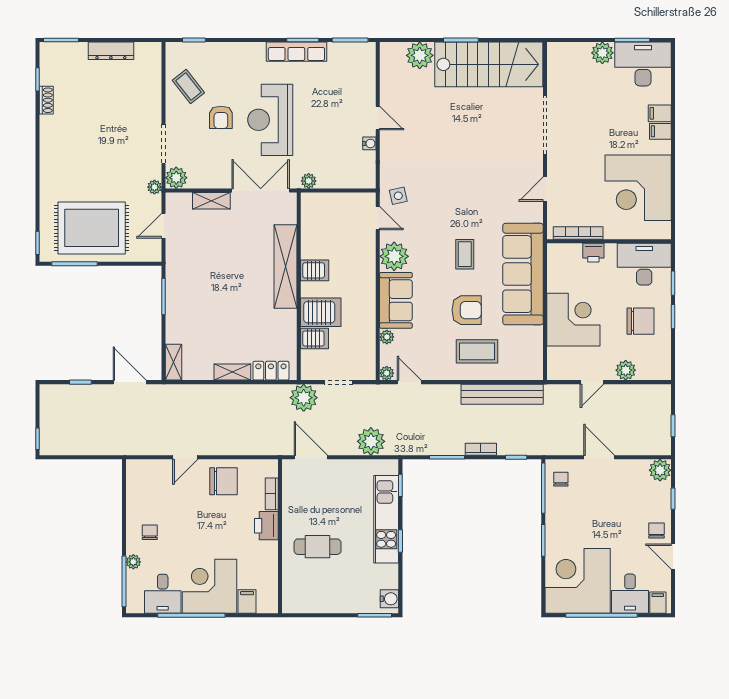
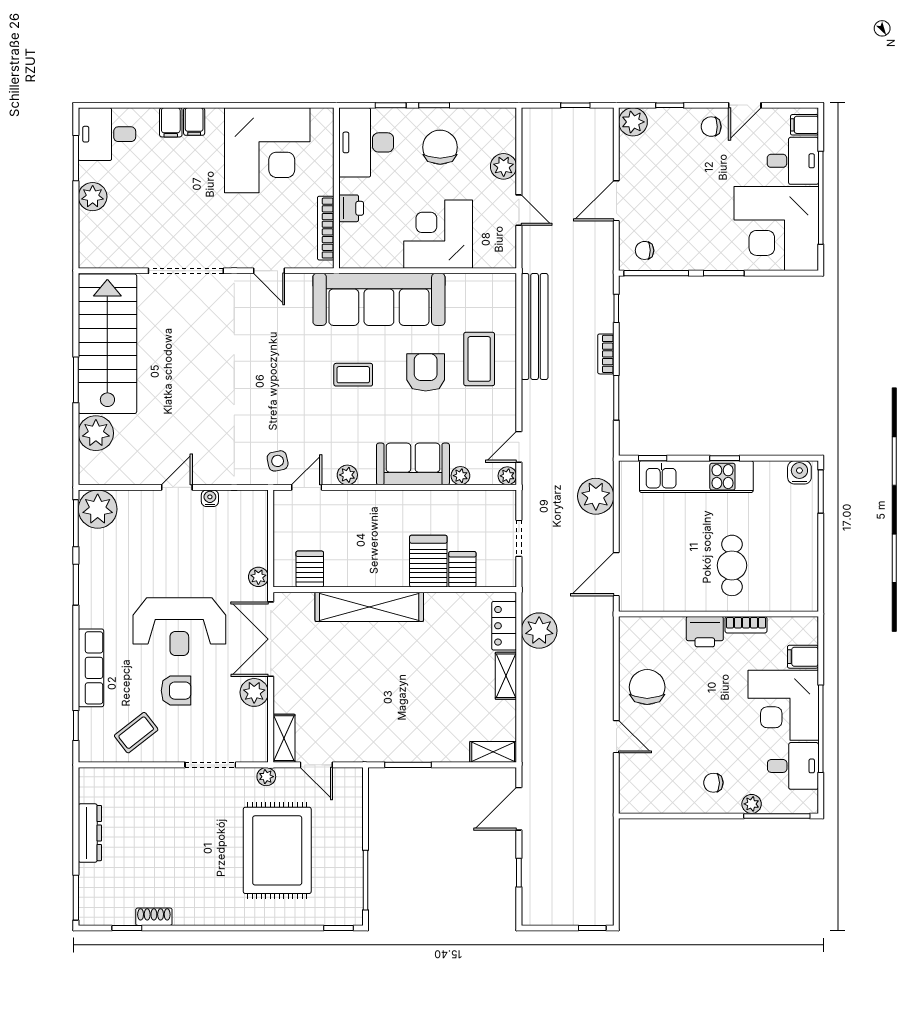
row of seats: (296, 52) -> (91, 668), moved
plant: (361, 57) -> (98, 509), added
desk: (643, 64) -> (107, 134), width x0.73
plant: (176, 178) -> (254, 692), moved
shelving: (211, 201) -> (284, 738), moved
rug: (92, 228) -> (277, 850), moved
plant: (394, 256) -> (347, 475), width x0.53, depth x0.53
server rack: (315, 270) -> (310, 569), moved
plant: (304, 398) -> (539, 631), moved
bookcase: (272, 494) -> (746, 625), moved

